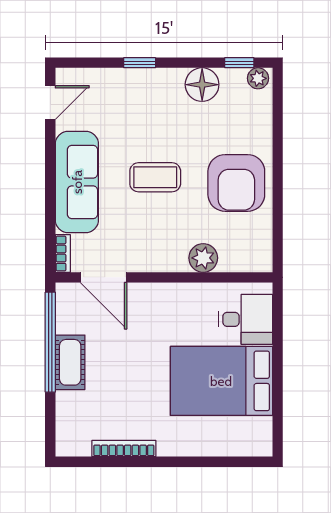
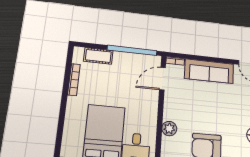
coffee table: (155, 177) -> (210, 108), removed
cot: (70, 362) -> (98, 56), moved

